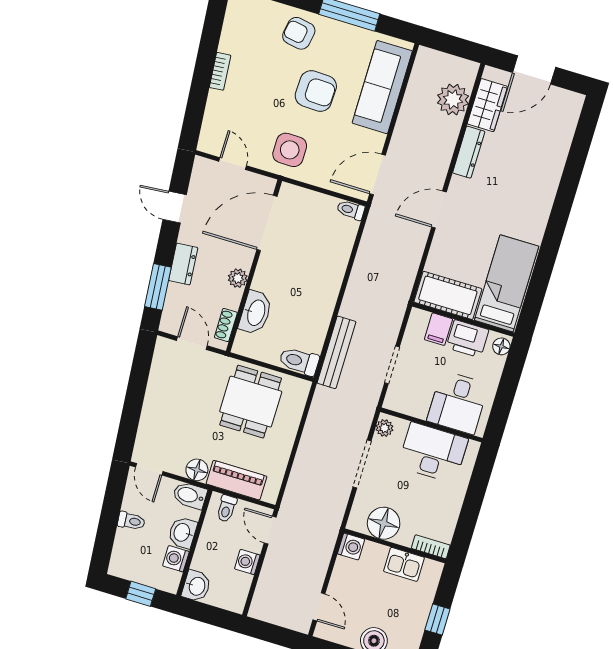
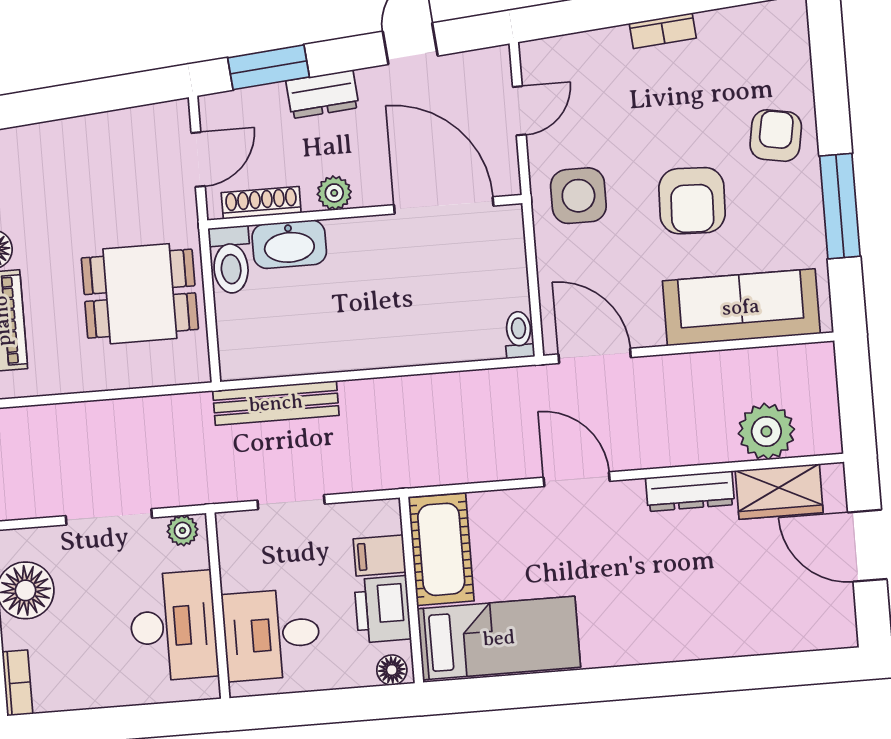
shoe rack: (226, 325) -> (261, 203), width x1.43
toilet: (299, 361) -> (230, 260), moved, turned 180

